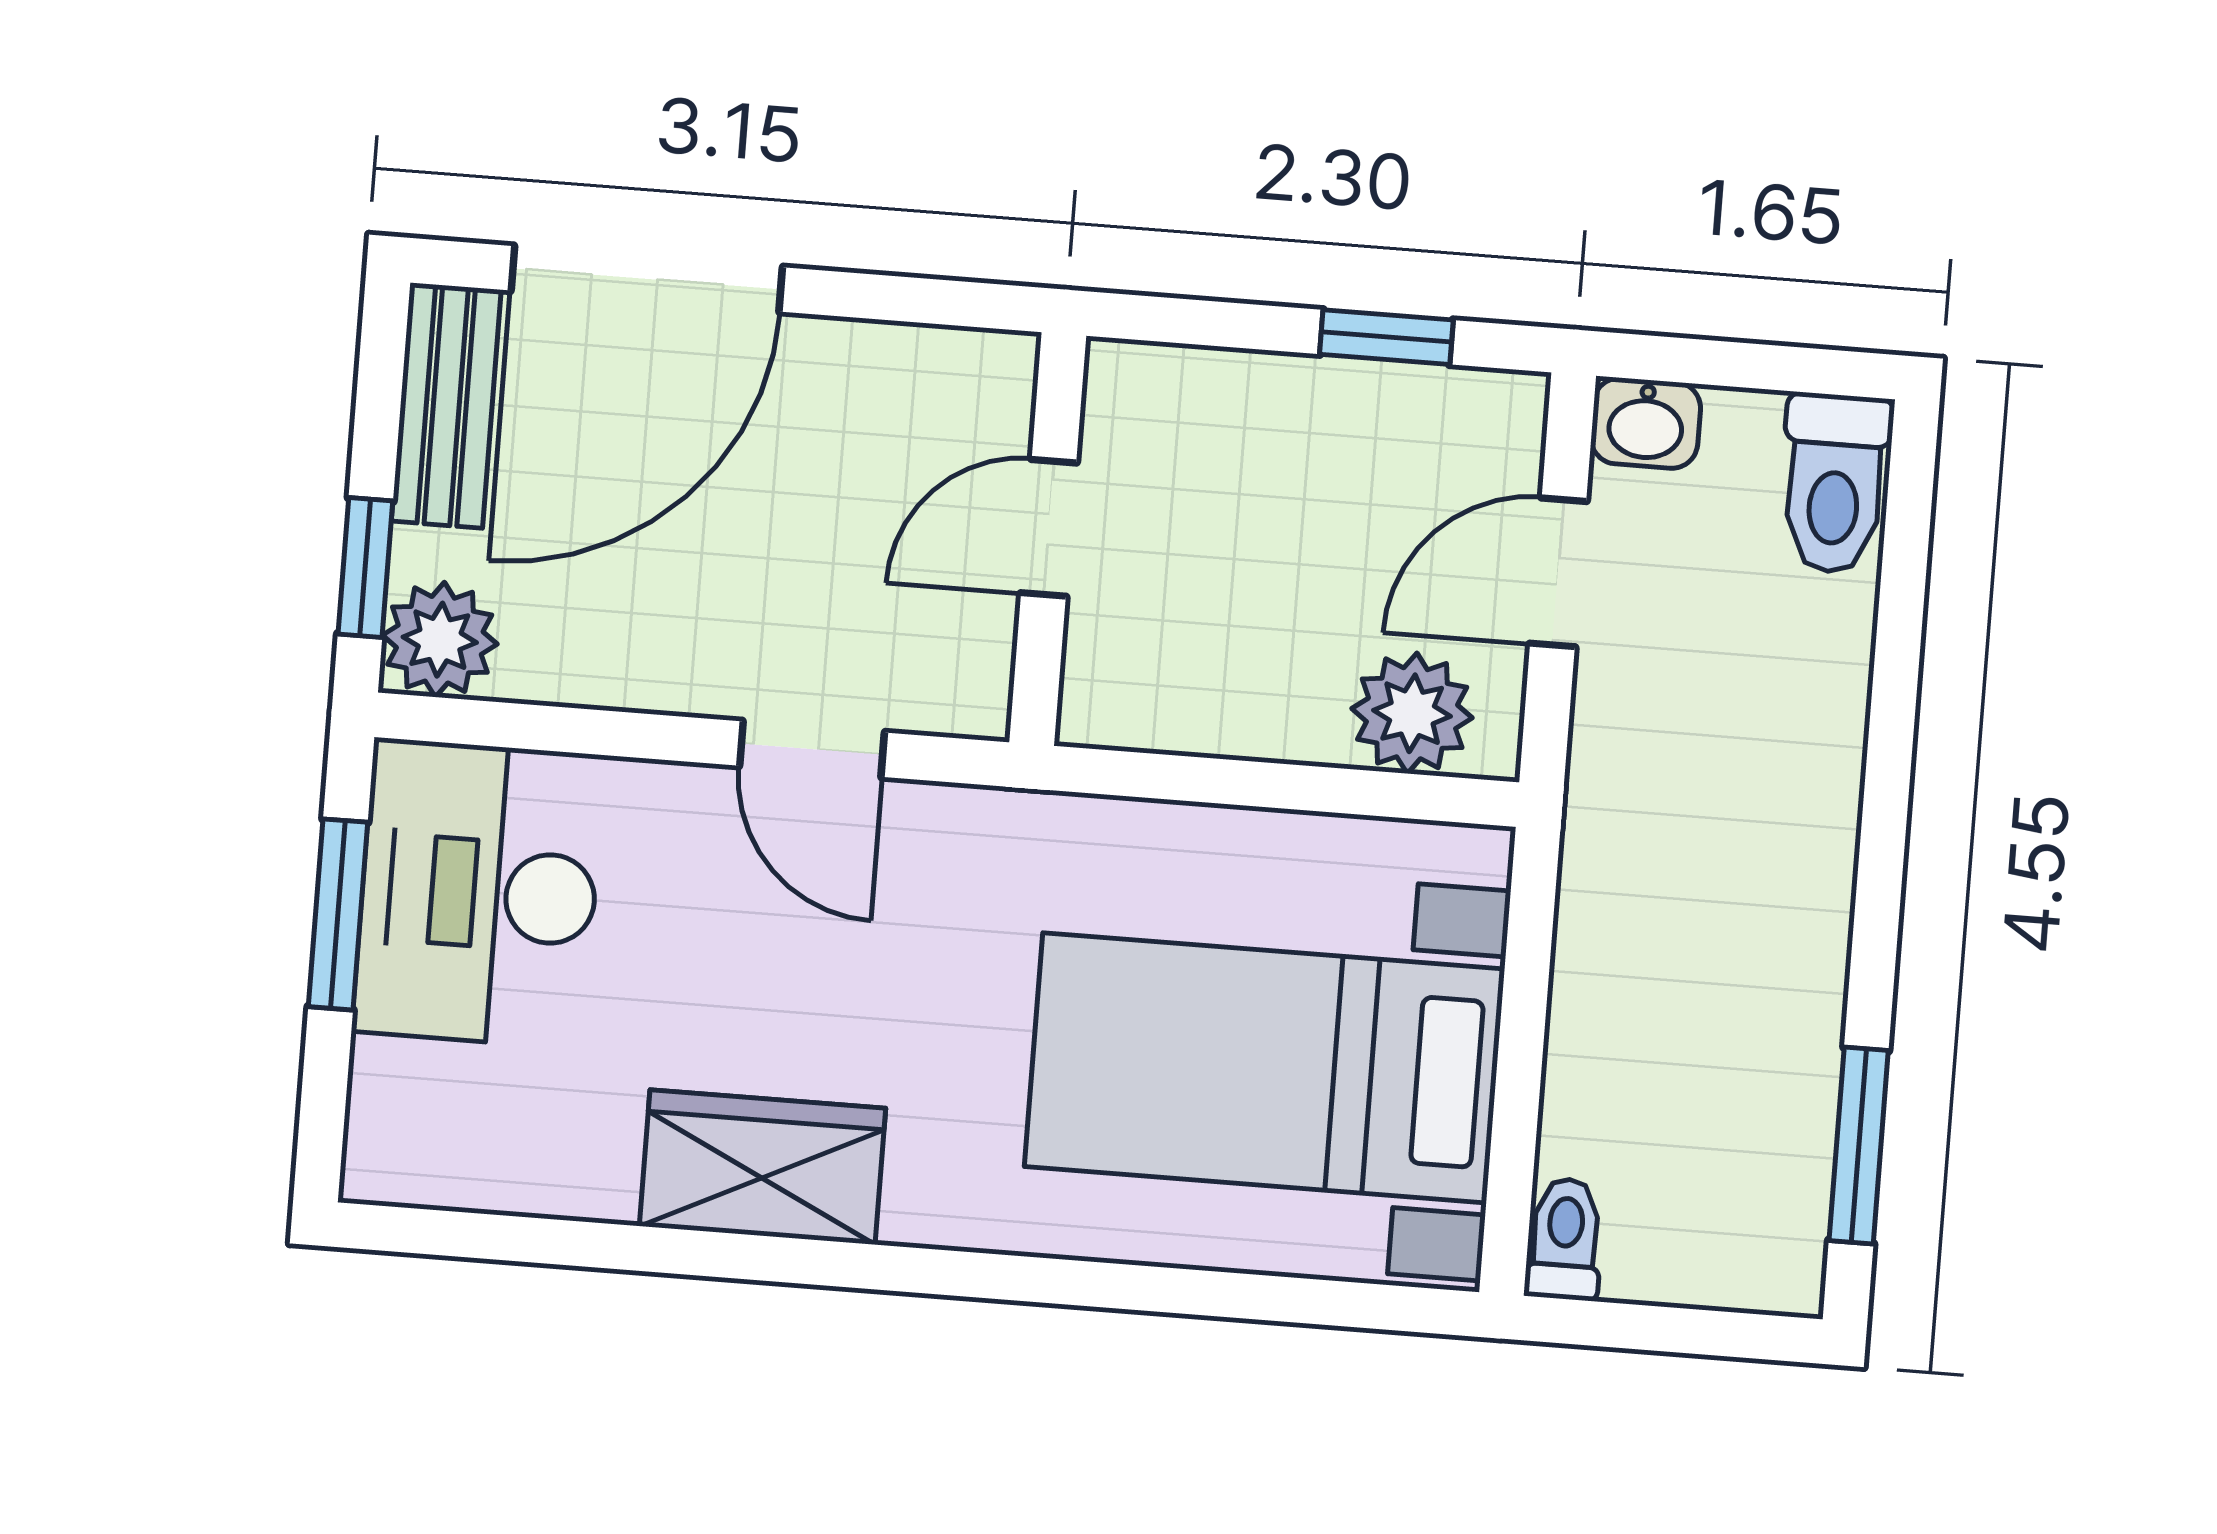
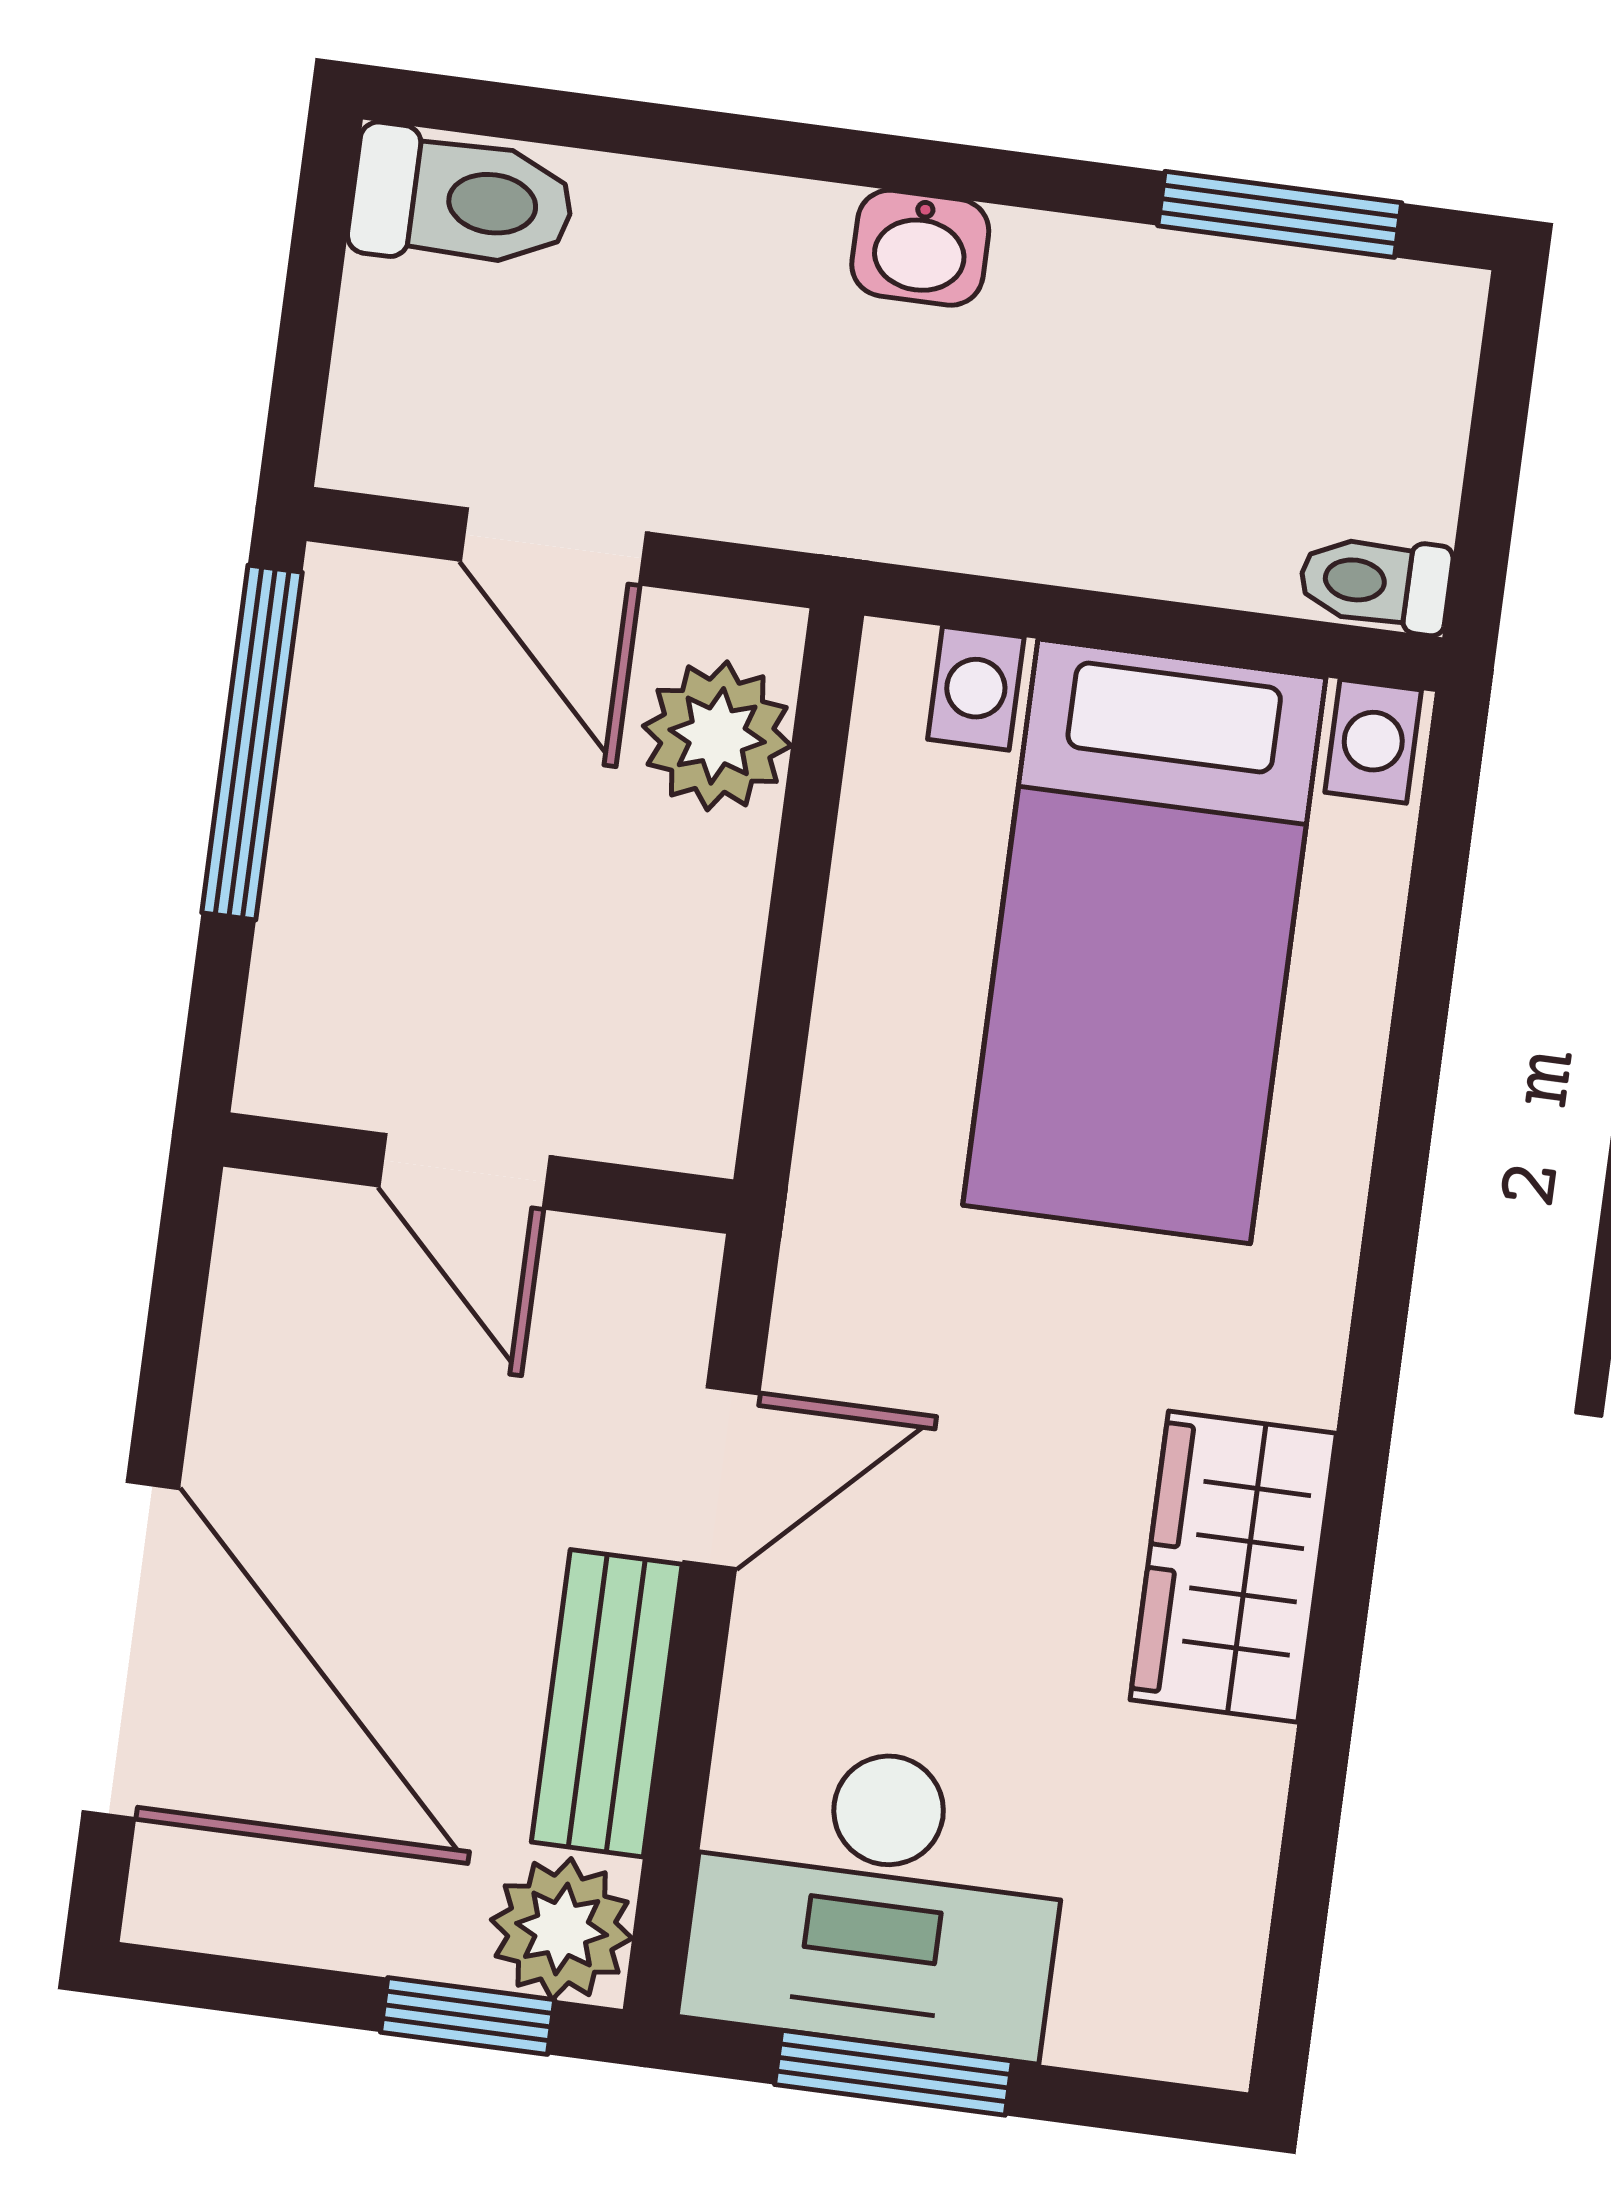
window: (1386, 337) -> (252, 742), width x2.17
bench: (446, 405) -> (607, 1703), moved, turned 90
washbasin: (1646, 423) -> (920, 248), moved, turned 90

